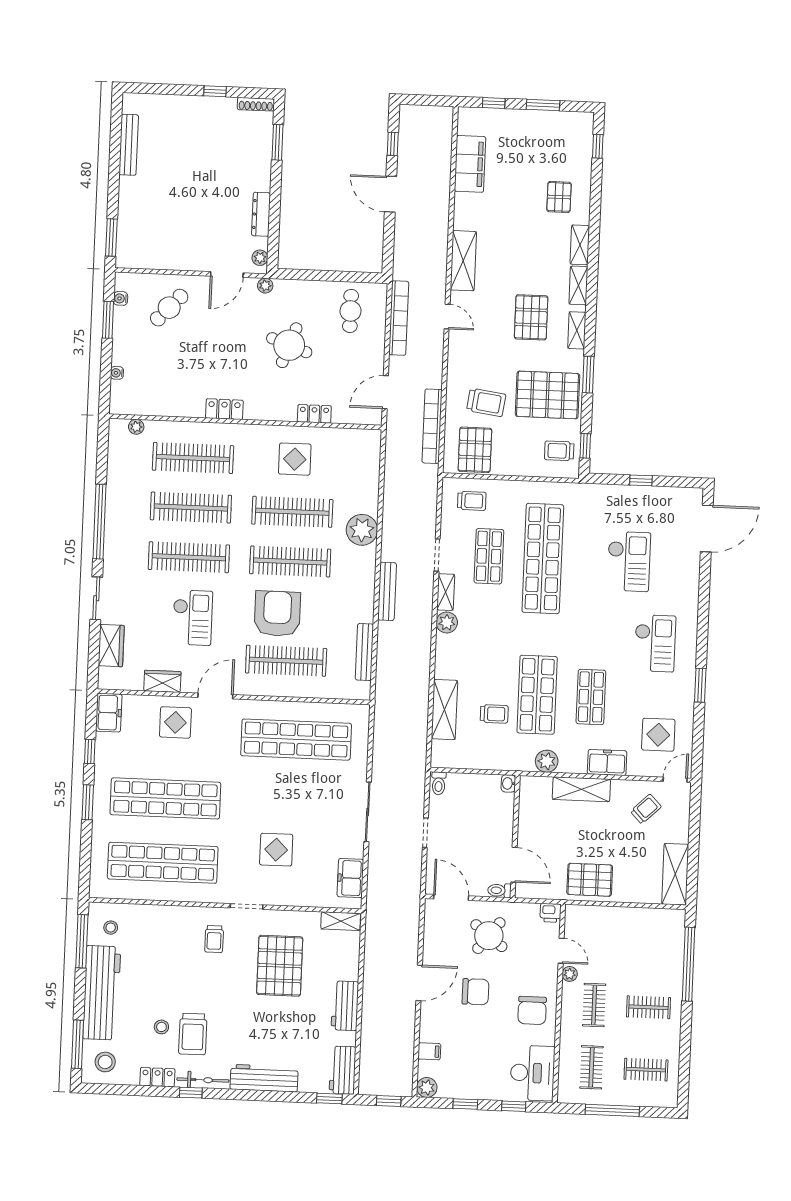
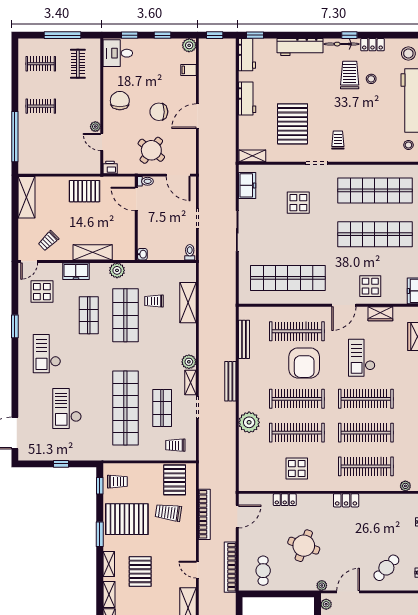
bookcase: (432, 426) -> (204, 514), moved
clothes rail: (594, 1005) -> (78, 106), removed
desk: (532, 1073) -> (118, 53), width x0.73

